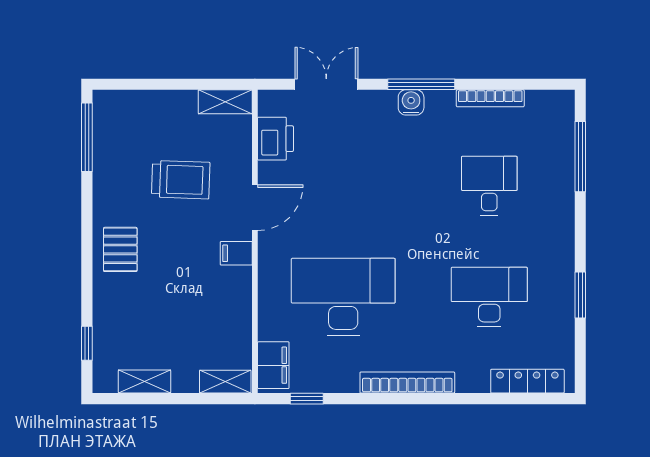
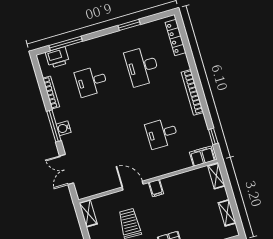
printer: (275, 139) -> (57, 57), moved, turned 180
desk: (343, 297) -> (162, 133), width x0.53, depth x0.77

